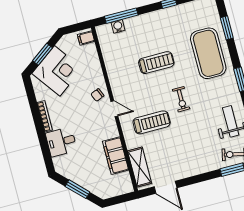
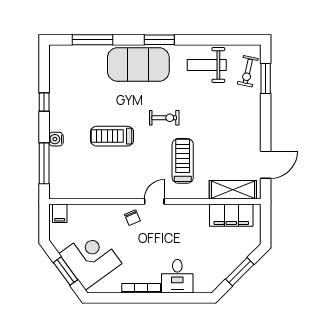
water cooler: (118, 26) -> (56, 139), moved
window: (227, 28) -> (93, 40), width x1.44
exercise mat: (208, 53) -> (138, 64), moved
treadmill: (156, 63) -> (112, 136), turned -90
filing cabinet: (116, 156) -> (231, 215), moved

